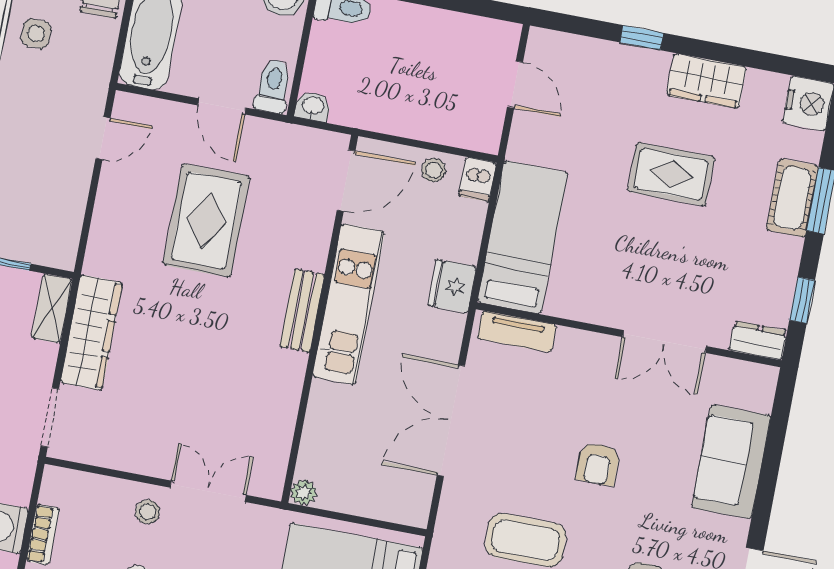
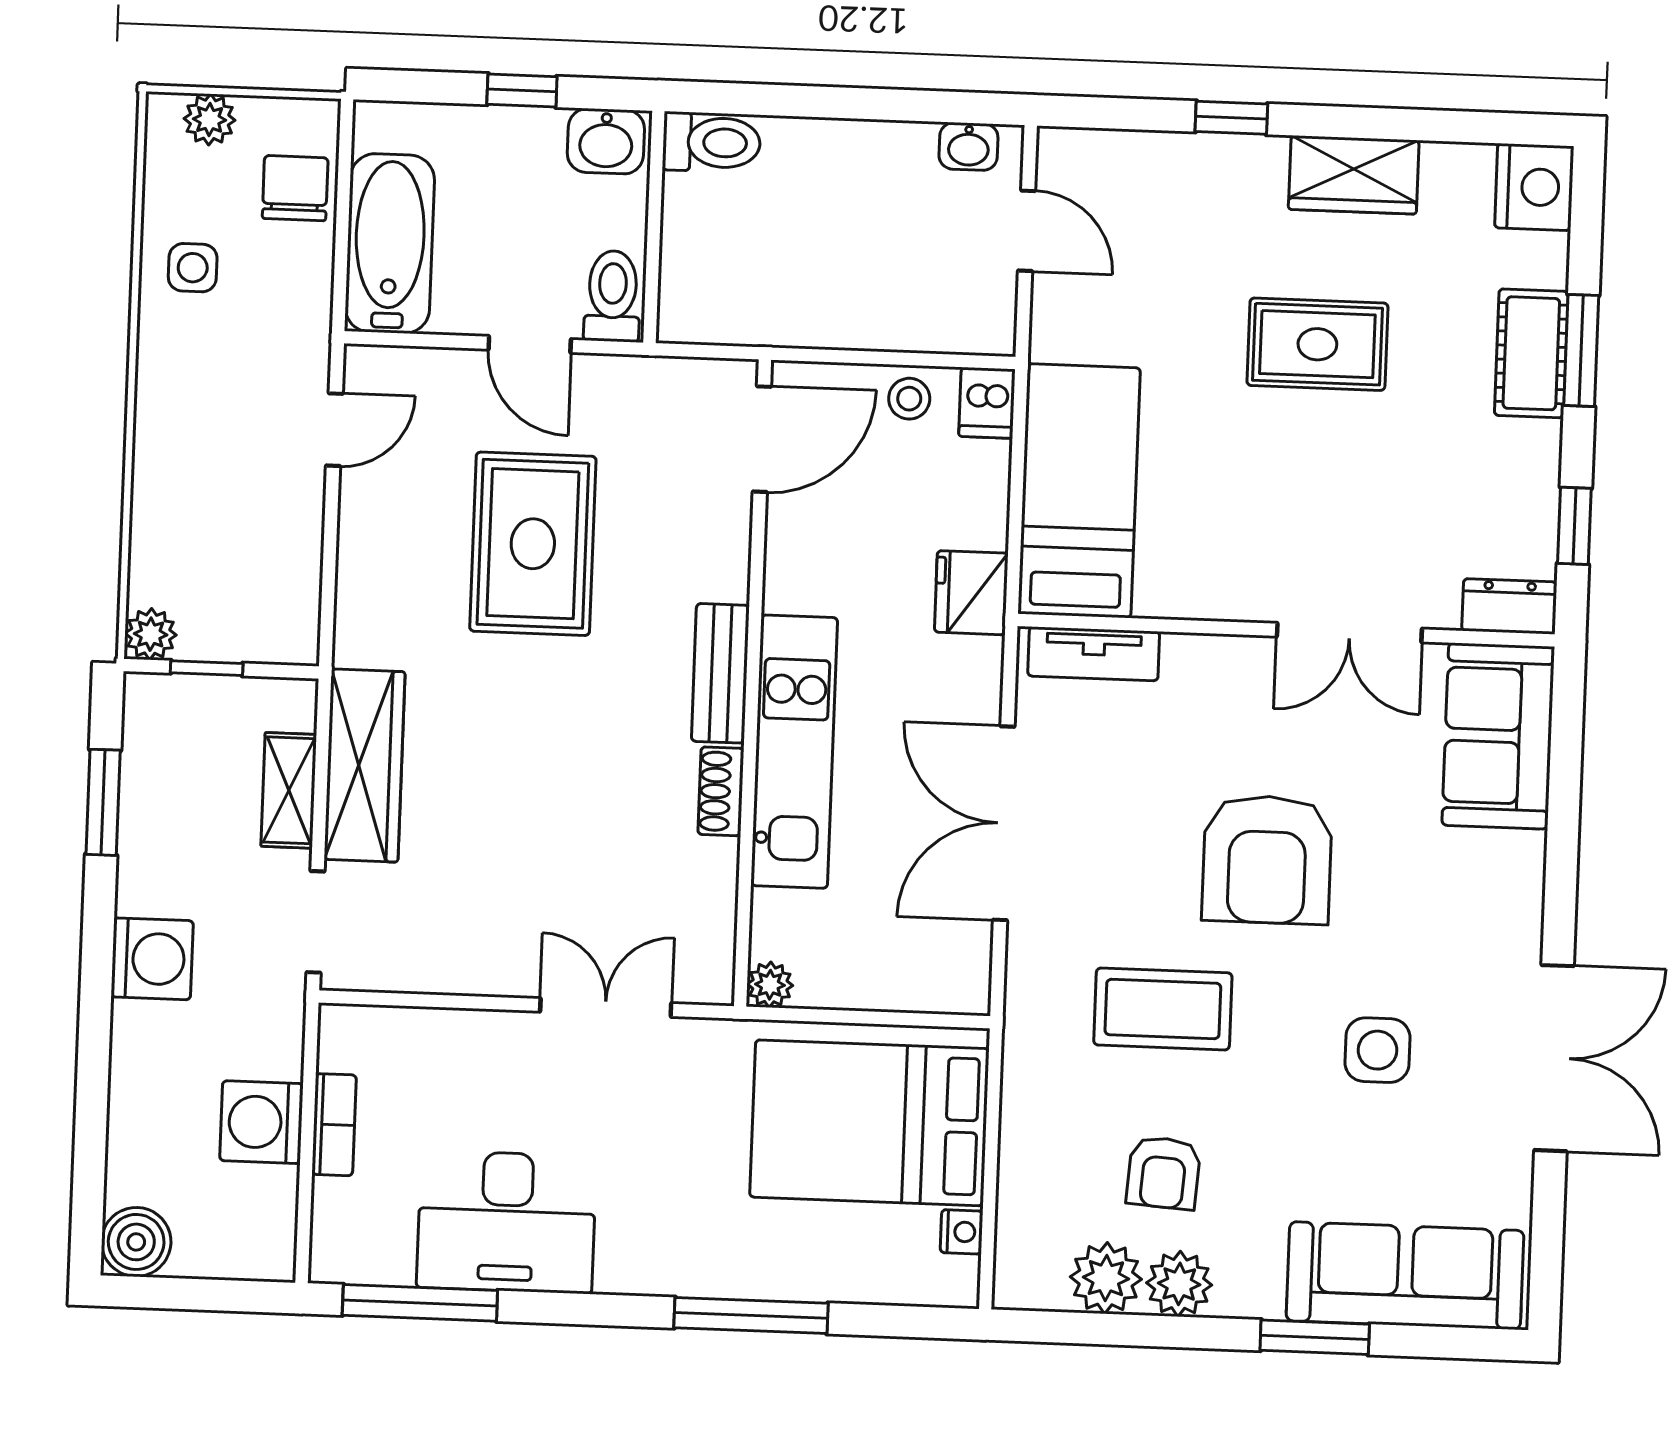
washbasin: (313, 106) -> (968, 146), moved, turned 180
kitchen unit: (349, 304) -> (794, 752), moved
shelving: (52, 308) -> (289, 790), moved
shoe rack: (292, 378) -> (721, 791), added
sofa: (731, 462) -> (1498, 736), moved
armchair: (598, 464) -> (1267, 860), width x1.88, depth x1.88
stool: (148, 512) -> (508, 1058), removed

